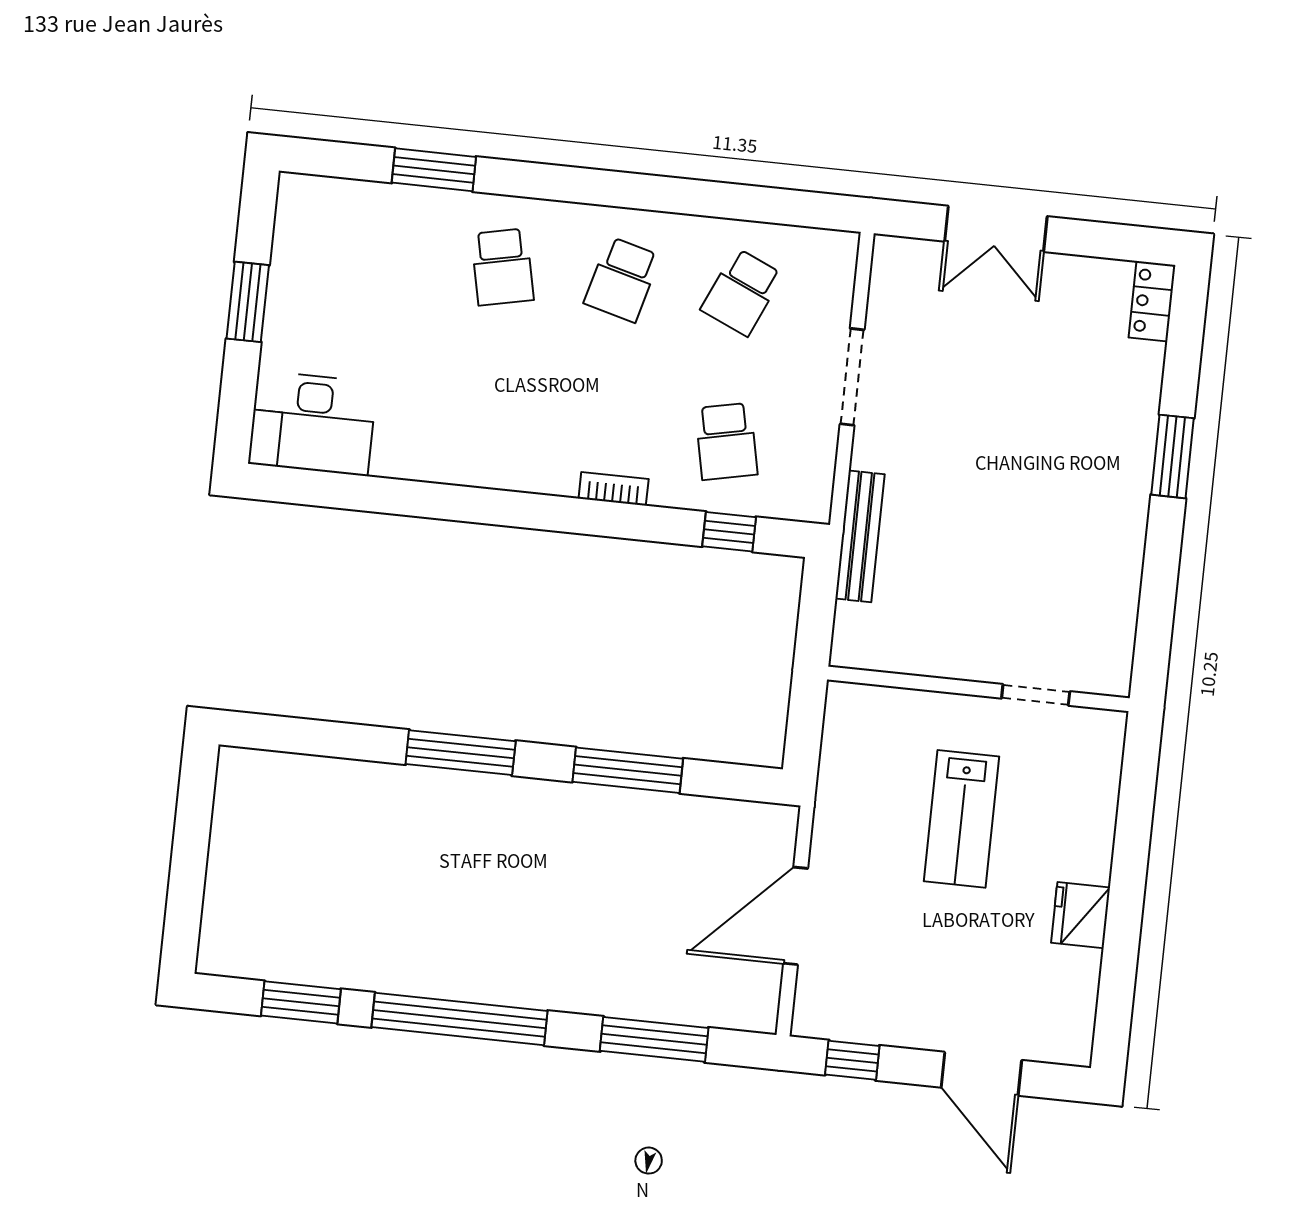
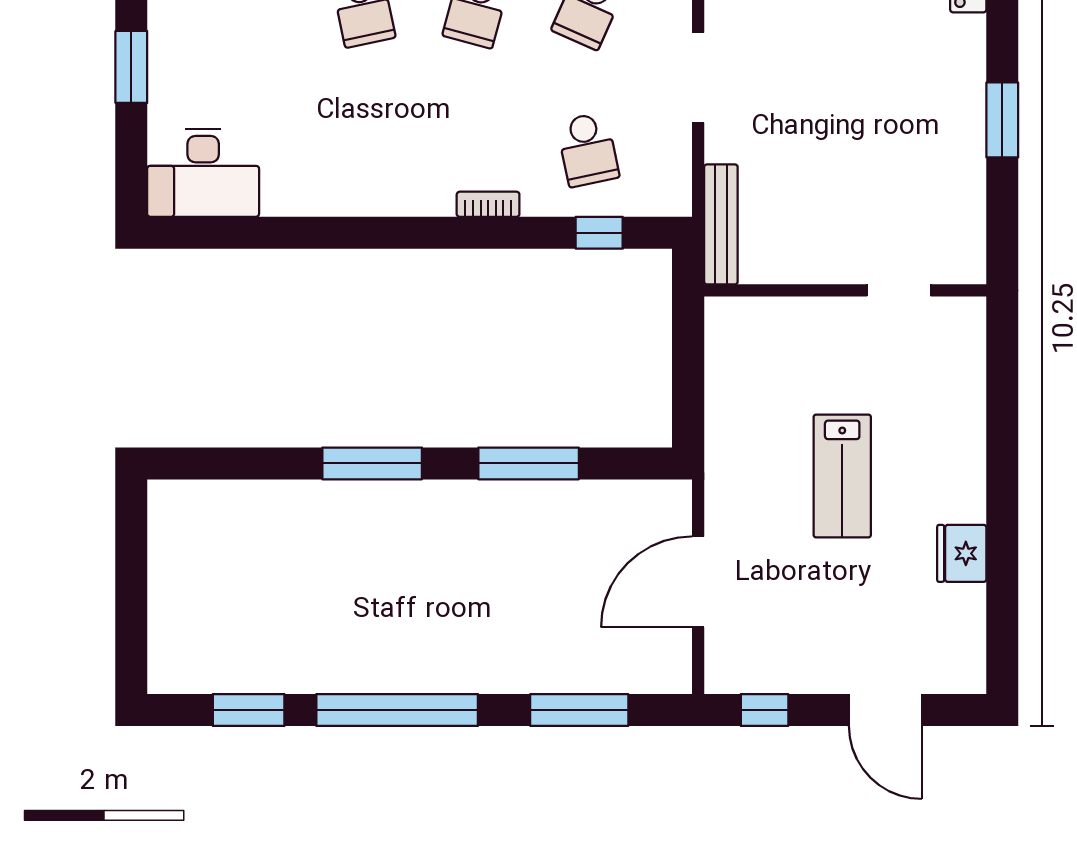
wall: (978, 689) -> (845, 290), moved
doorway: (1036, 695) -> (899, 290), moved

